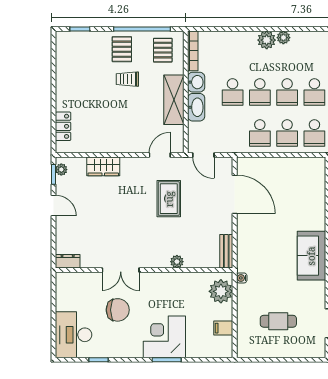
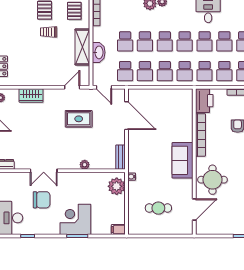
washbasin: (196, 82) -> (99, 34), removed
school desk: (233, 133) -> (125, 71), added
rug: (169, 199) -> (79, 119), turned 90
filing cabinet: (223, 328) -> (118, 230), moved

